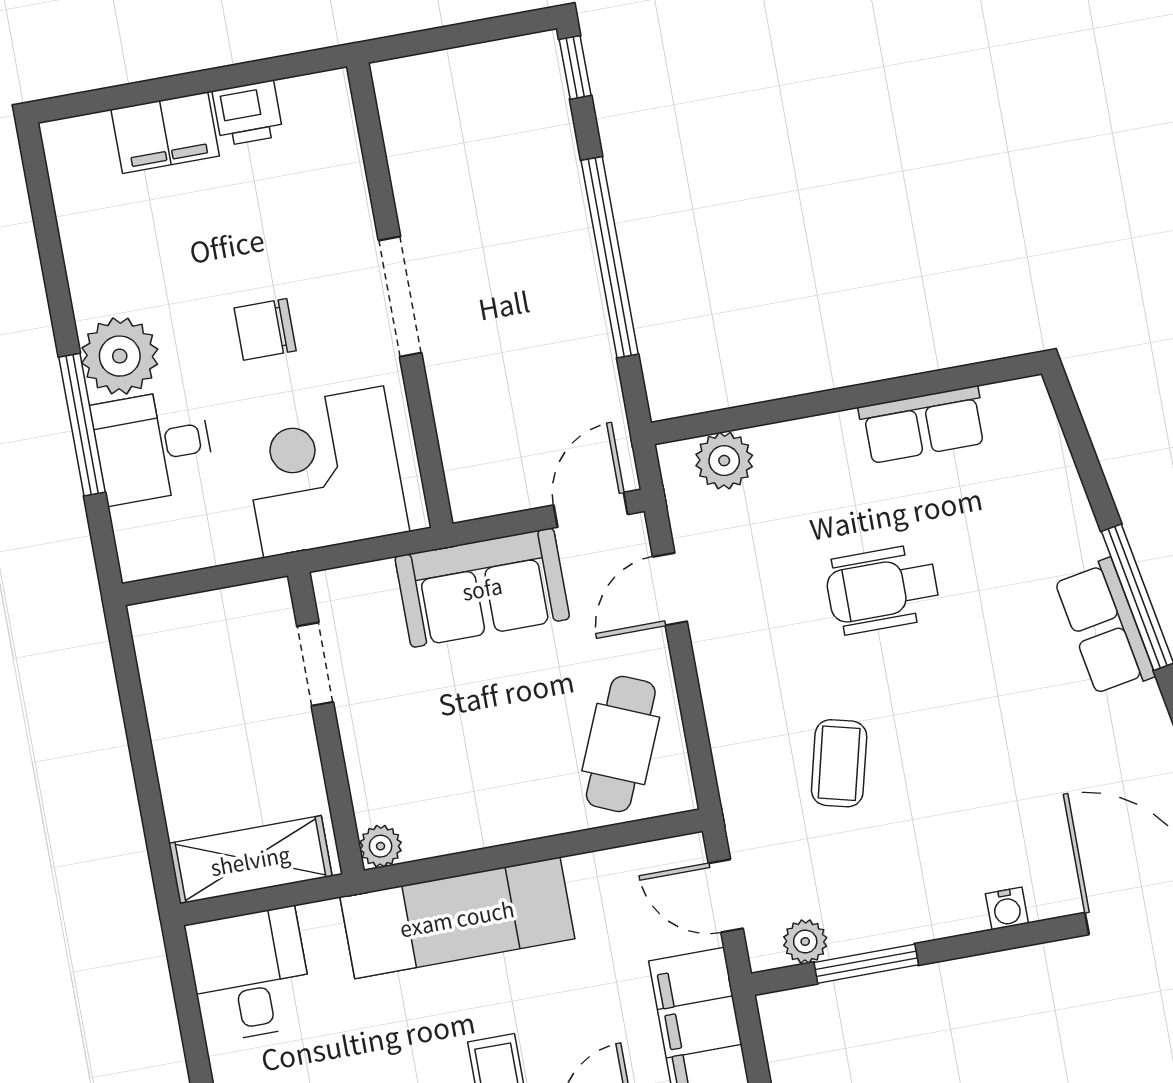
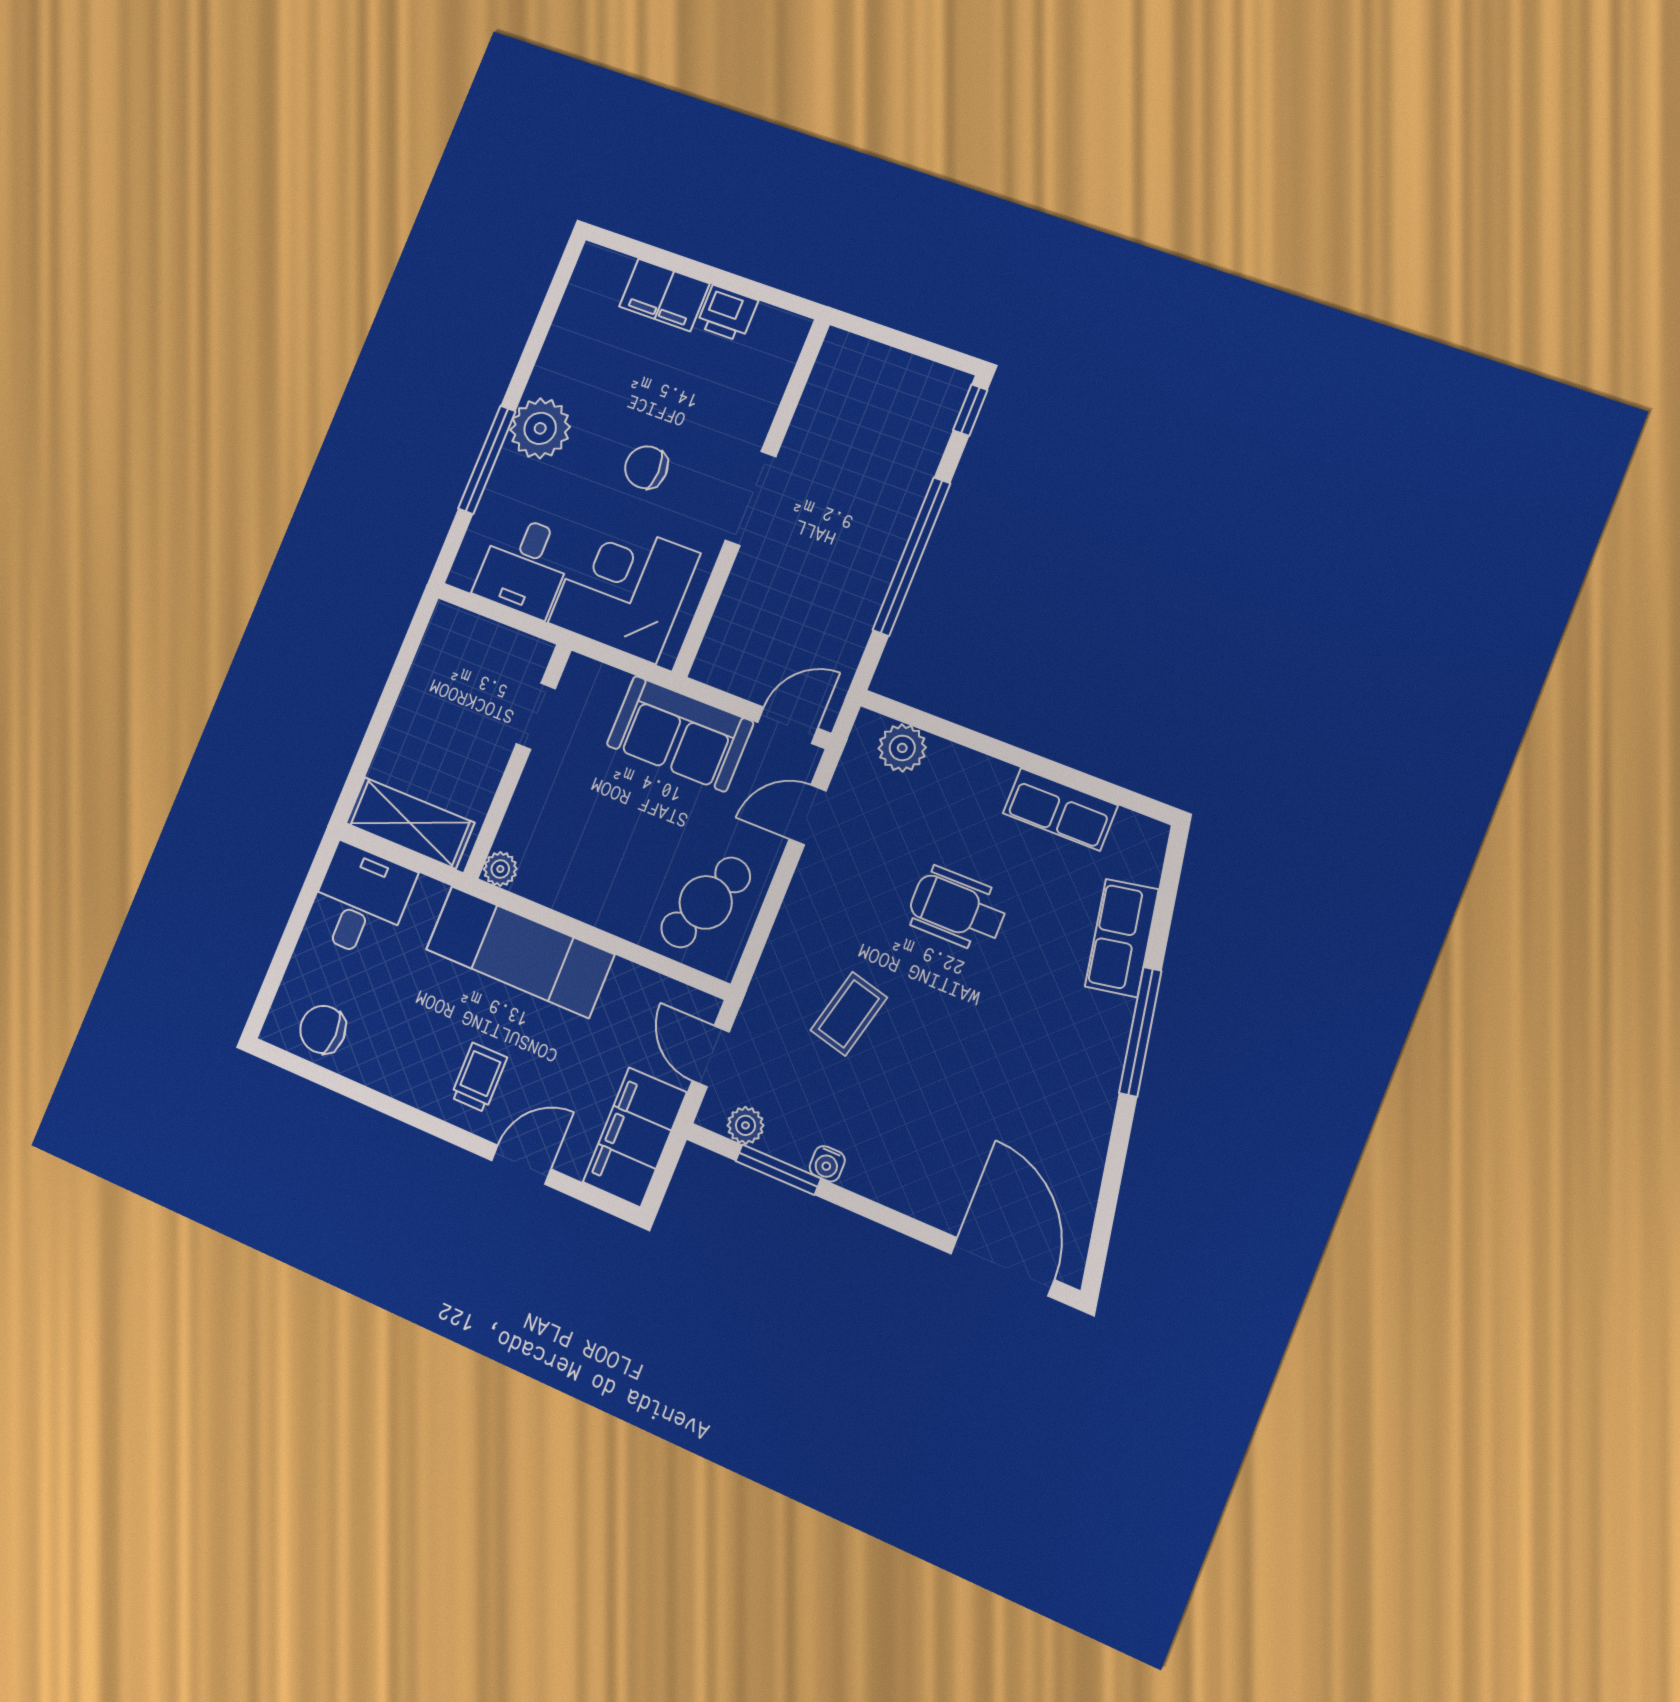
desk: (153, 446) -> (525, 566), moved, turned -90
row of seats: (1105, 627) -> (1122, 938), moved
water cooler: (1007, 908) -> (827, 1164), moved

